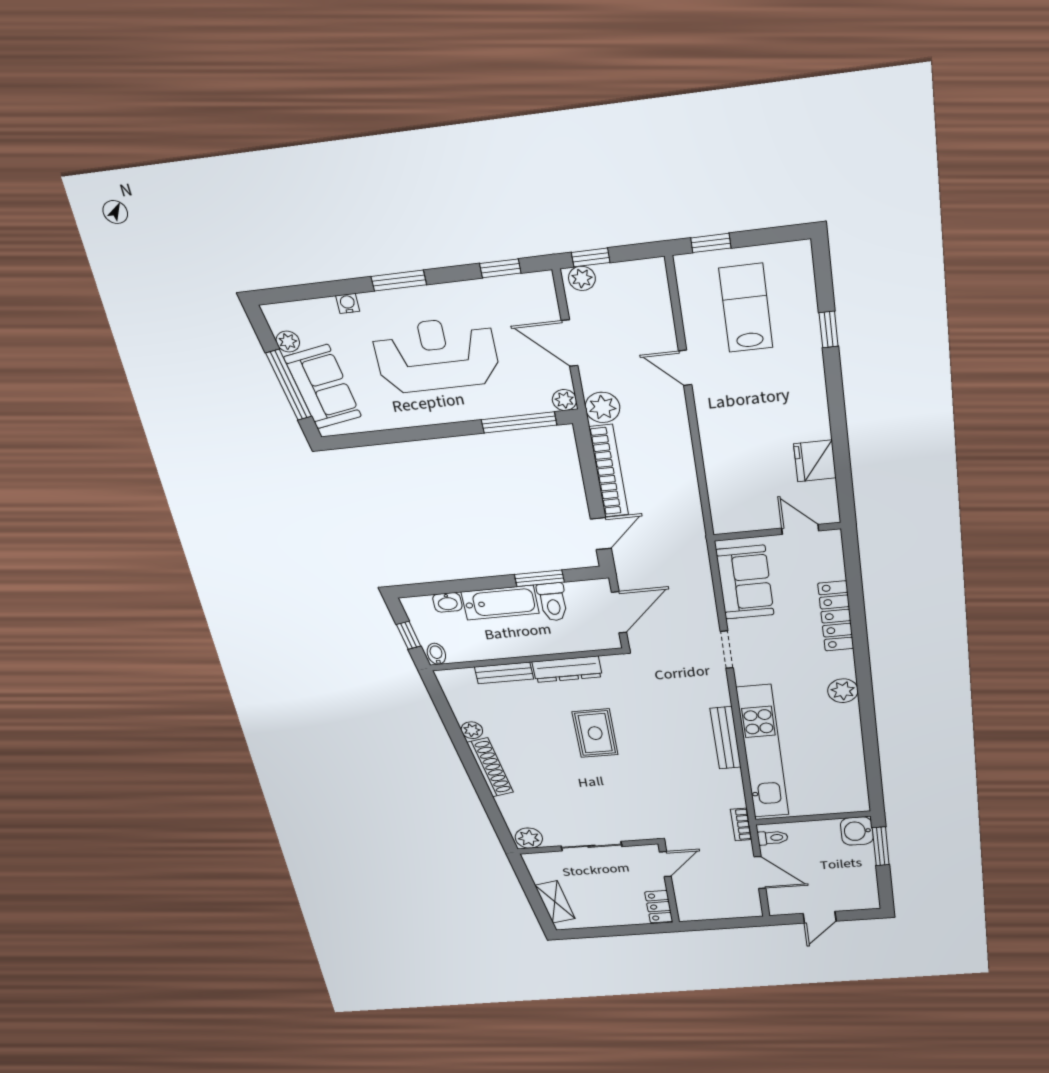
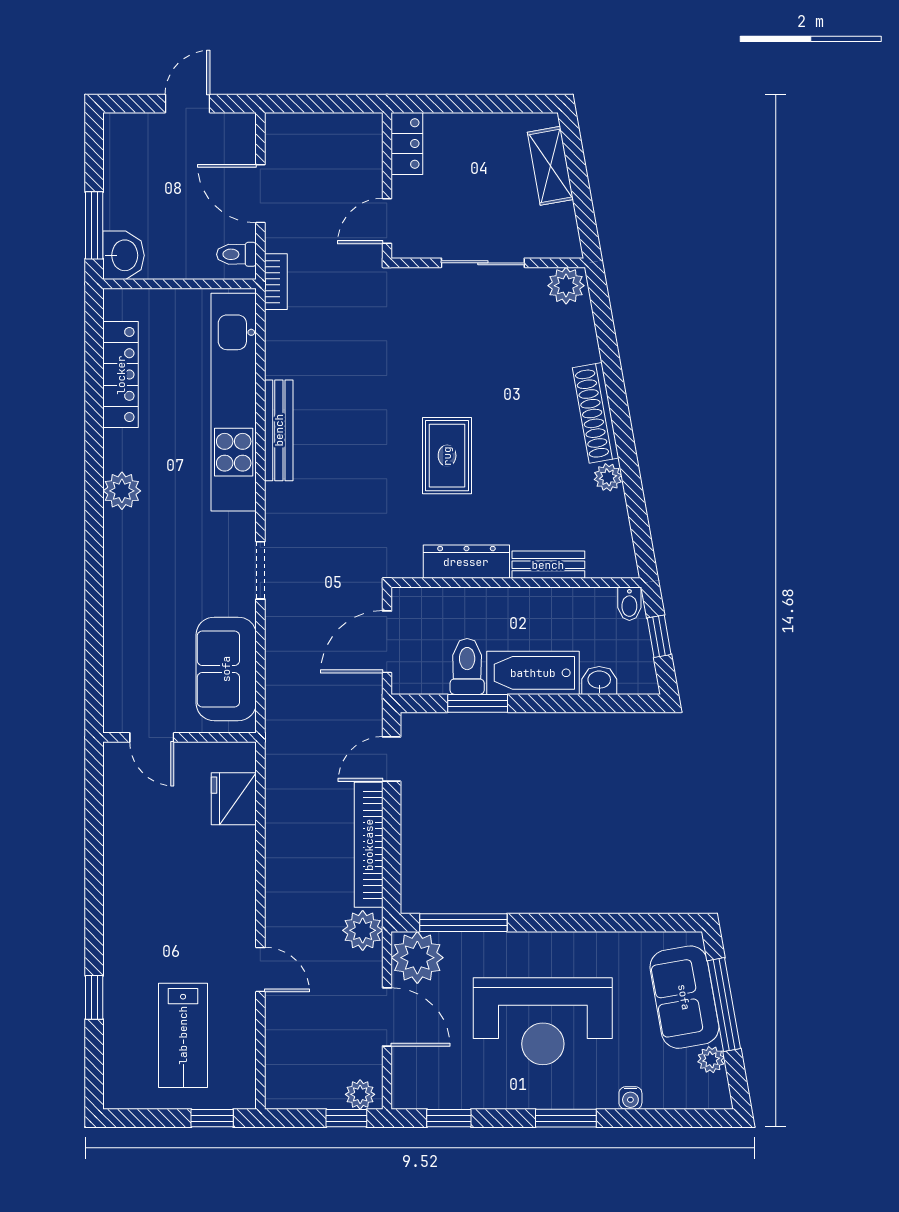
plant: (564, 400) -> (417, 958), width x1.88, depth x1.88
fridge: (815, 461) -> (234, 799), moved, turned 180
locker: (836, 616) -> (121, 375), moved

